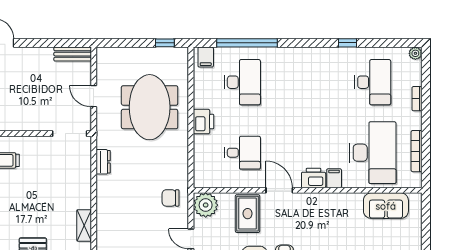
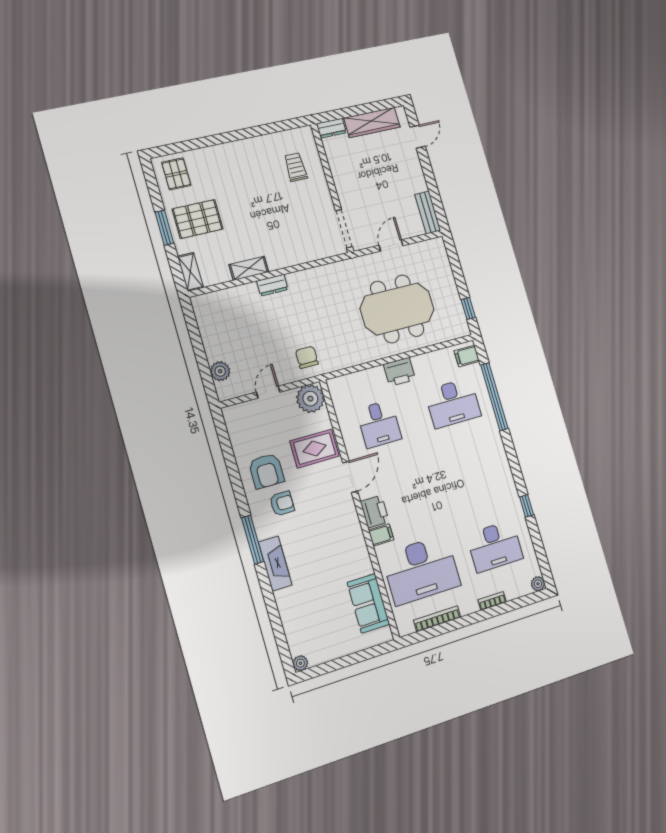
dresser: (103, 162) -> (272, 285), moved

